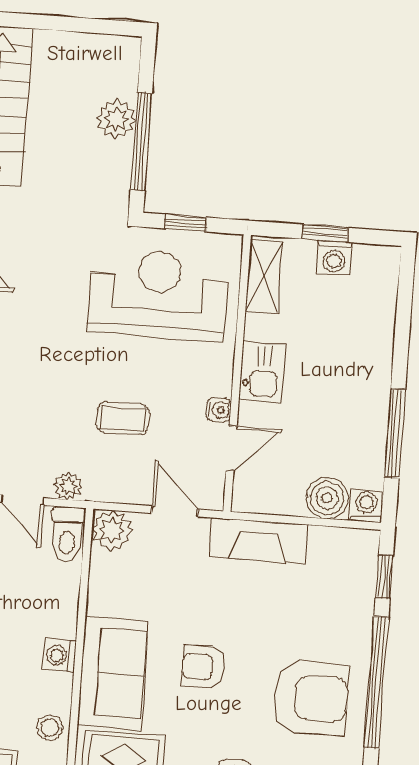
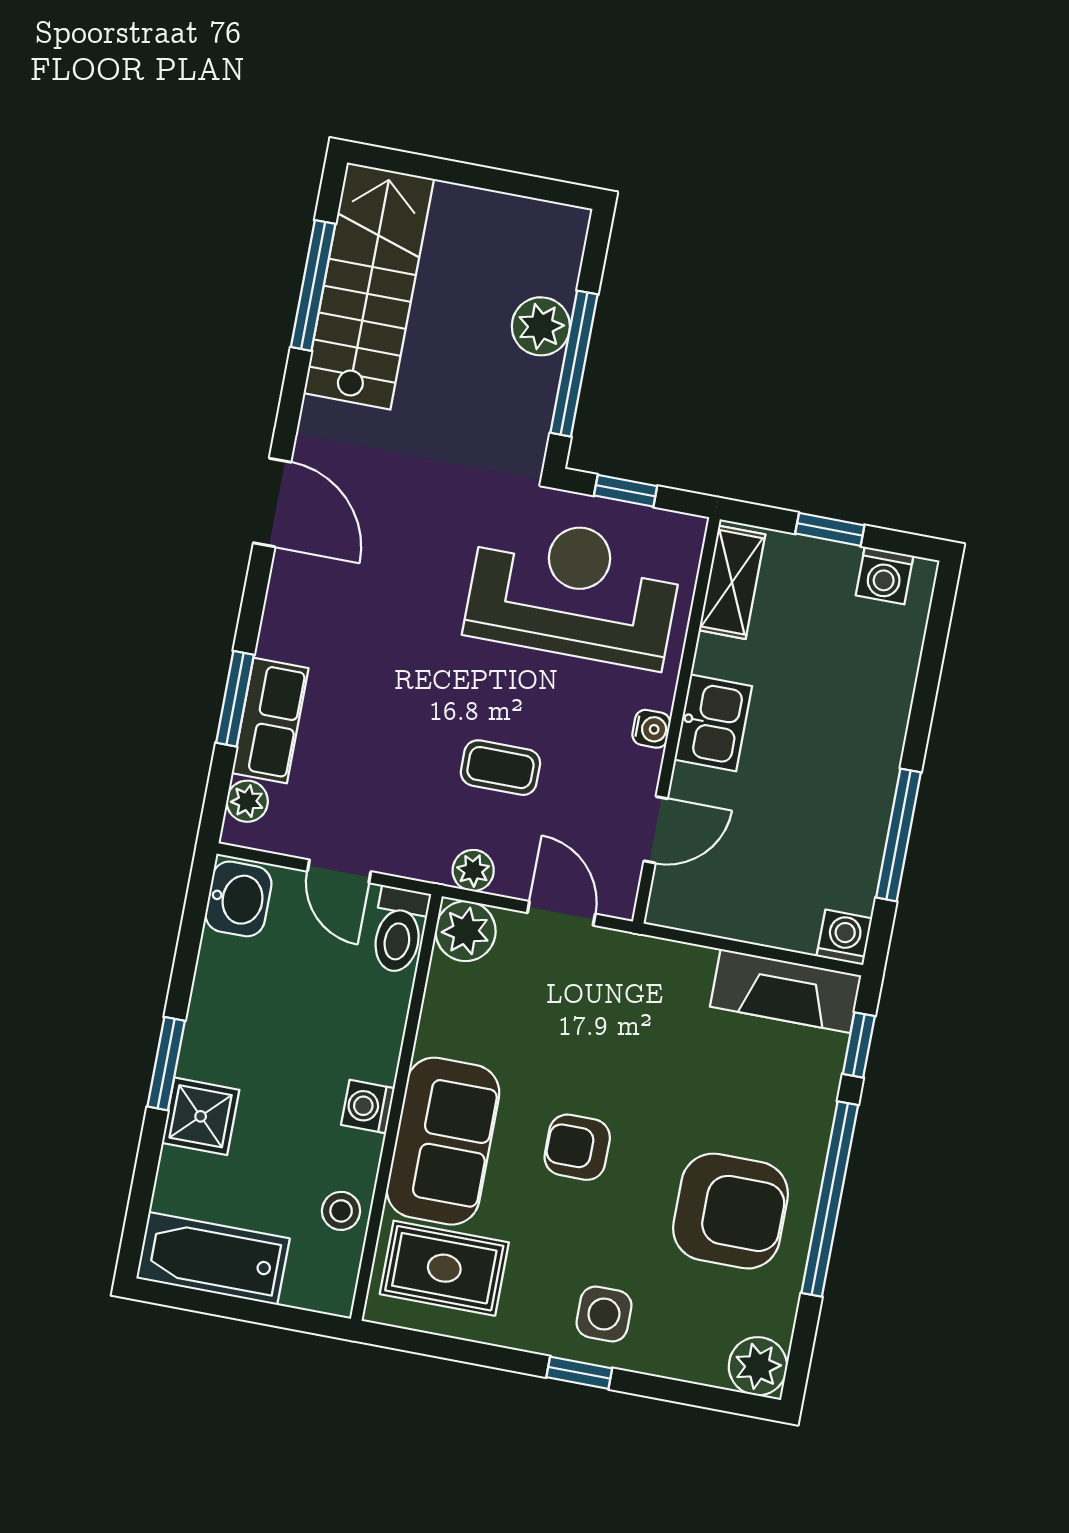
washing machine: (334, 258) -> (885, 576), moved
water cooler: (219, 410) -> (651, 729), moved
plant: (68, 486) -> (473, 870), moved
boiler: (327, 498) -> (788, 920), removed
fireplace: (258, 541) -> (786, 991), moved

